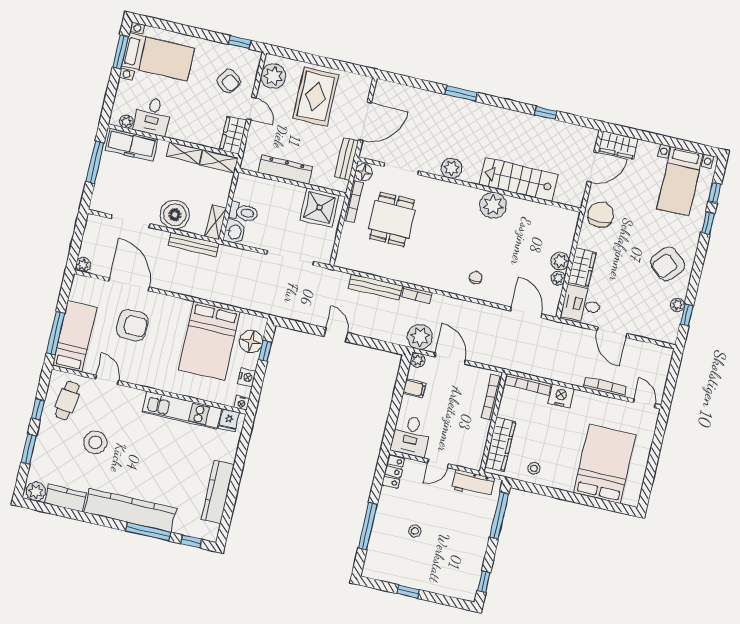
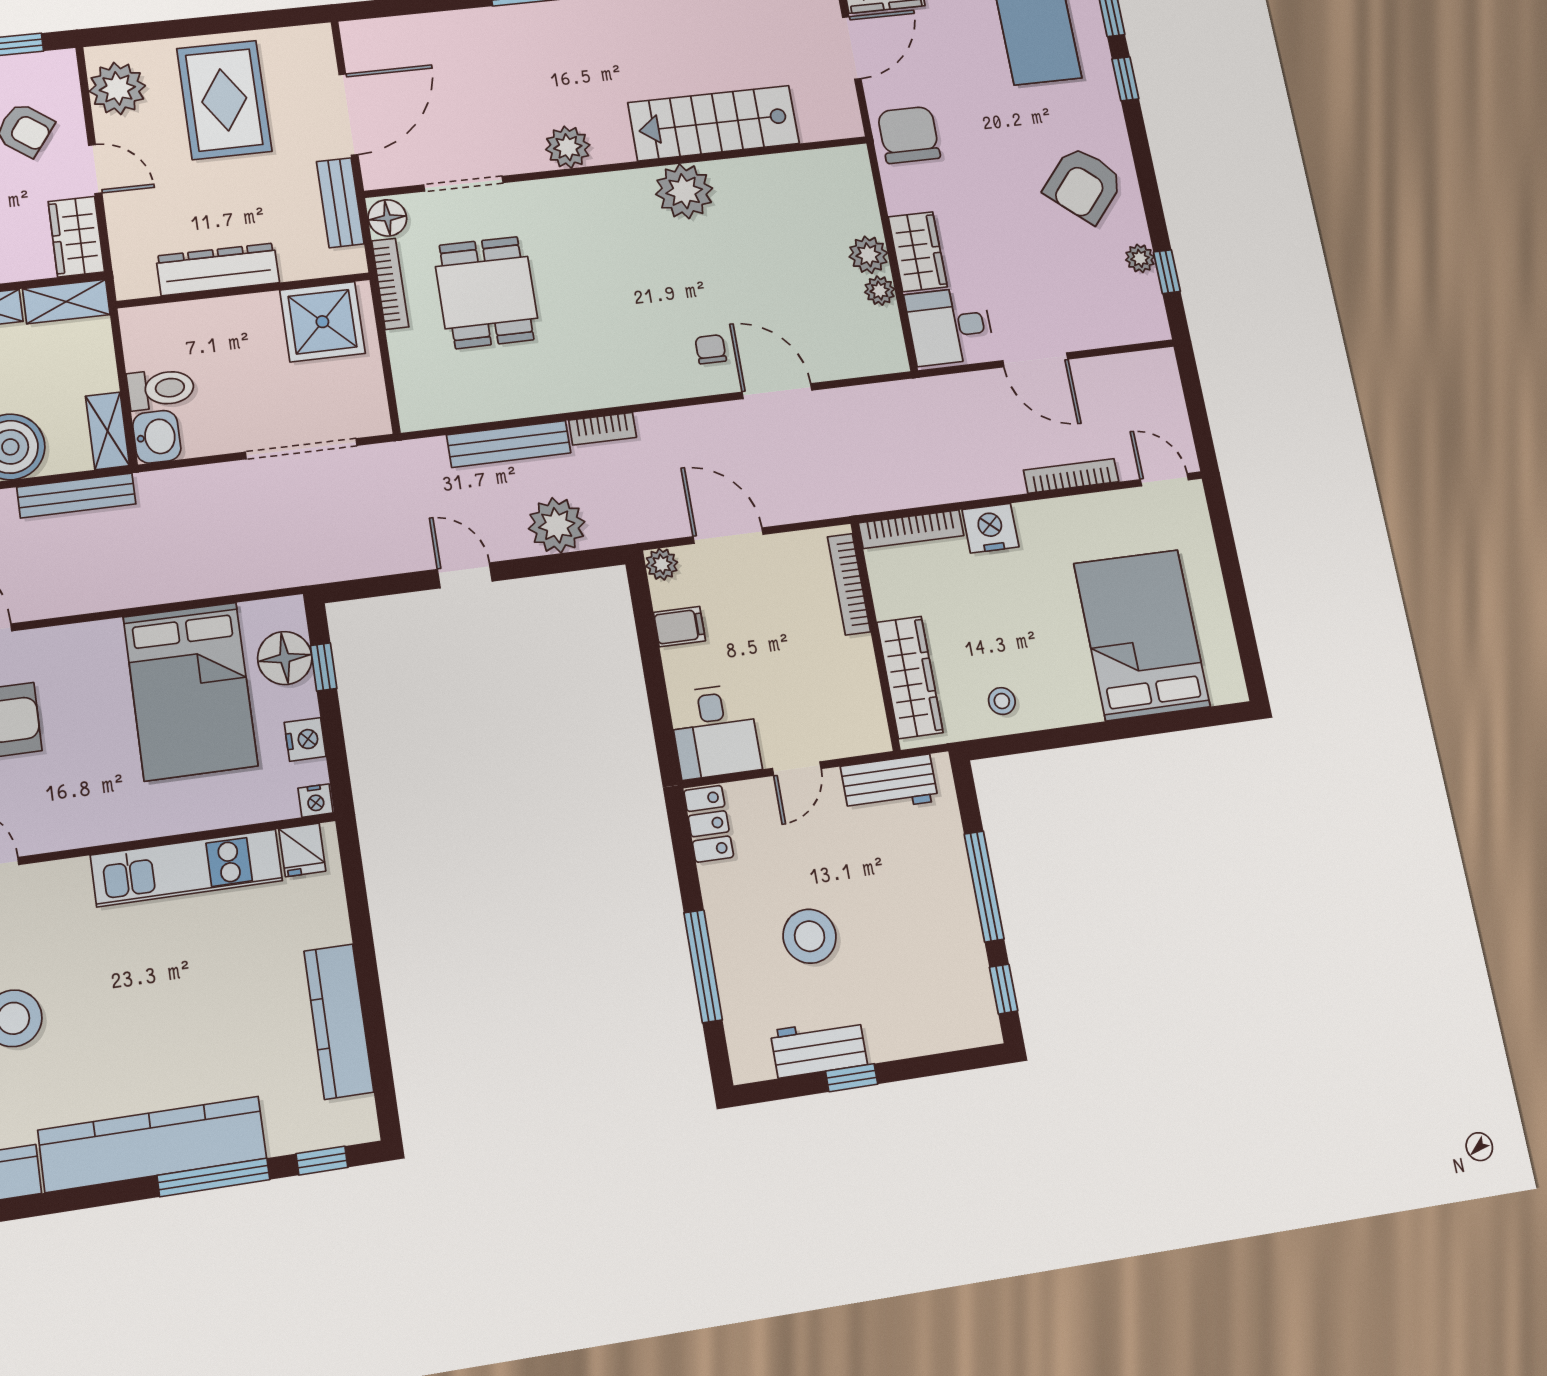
door: (526, 312) -> (777, 391), moved
plant: (420, 337) -> (557, 525), moved
window: (499, 516) -> (984, 886), moved
stool: (415, 531) -> (810, 936), width x1.89, depth x1.89
workbench: (400, 575) -> (819, 1048), added

